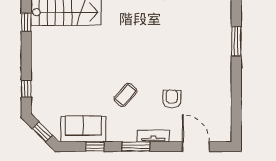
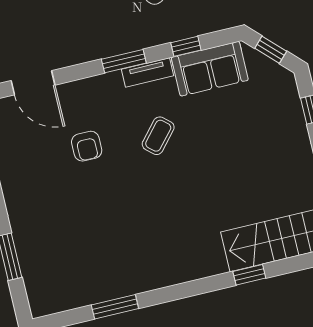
tv unit: (153, 136) -> (147, 72), moved

